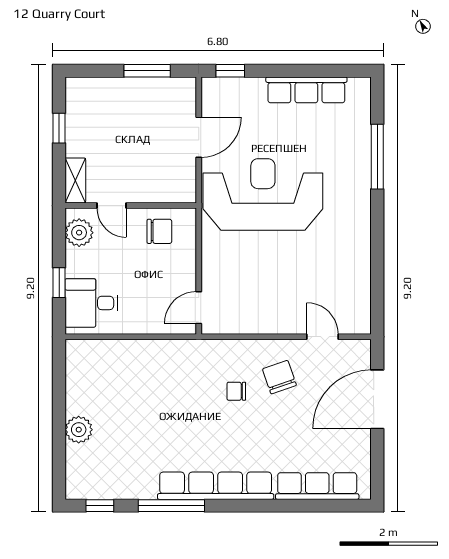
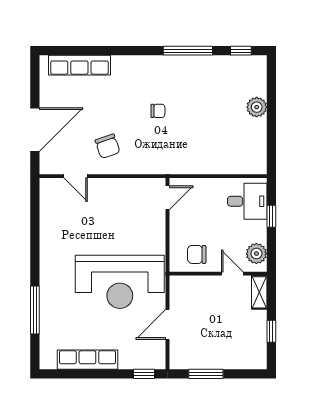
chair: (236, 391) -> (158, 111), moved
row of seats: (216, 486) -> (155, 65), removed

